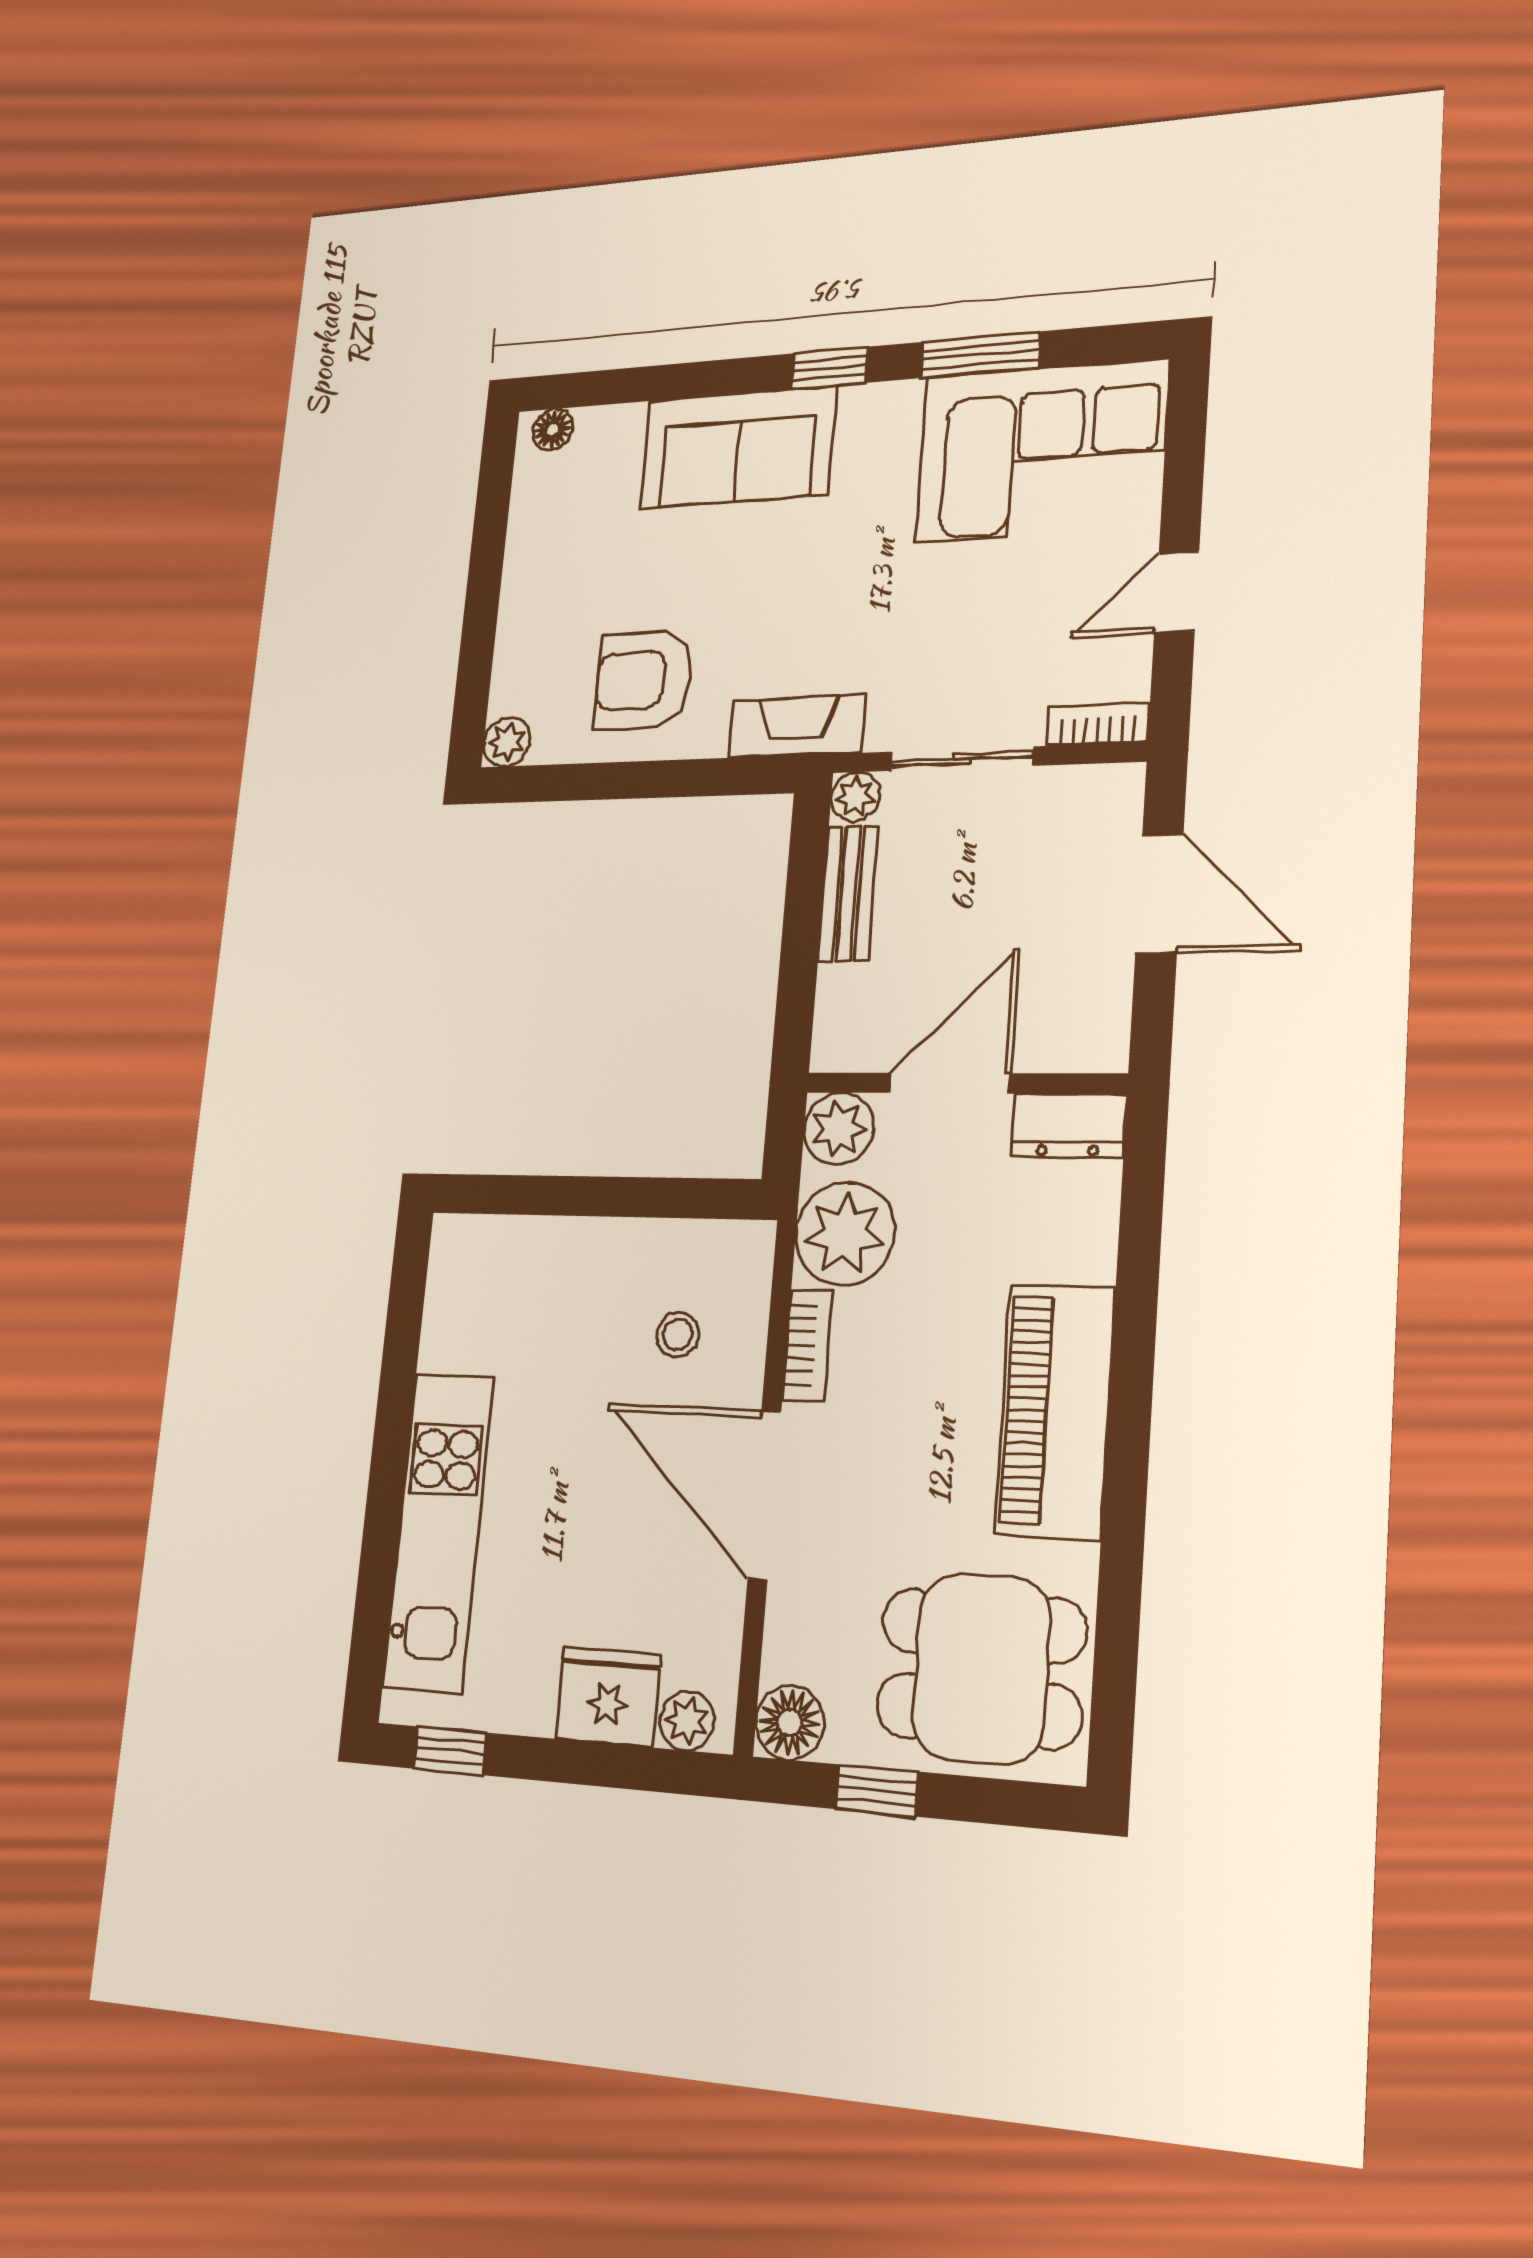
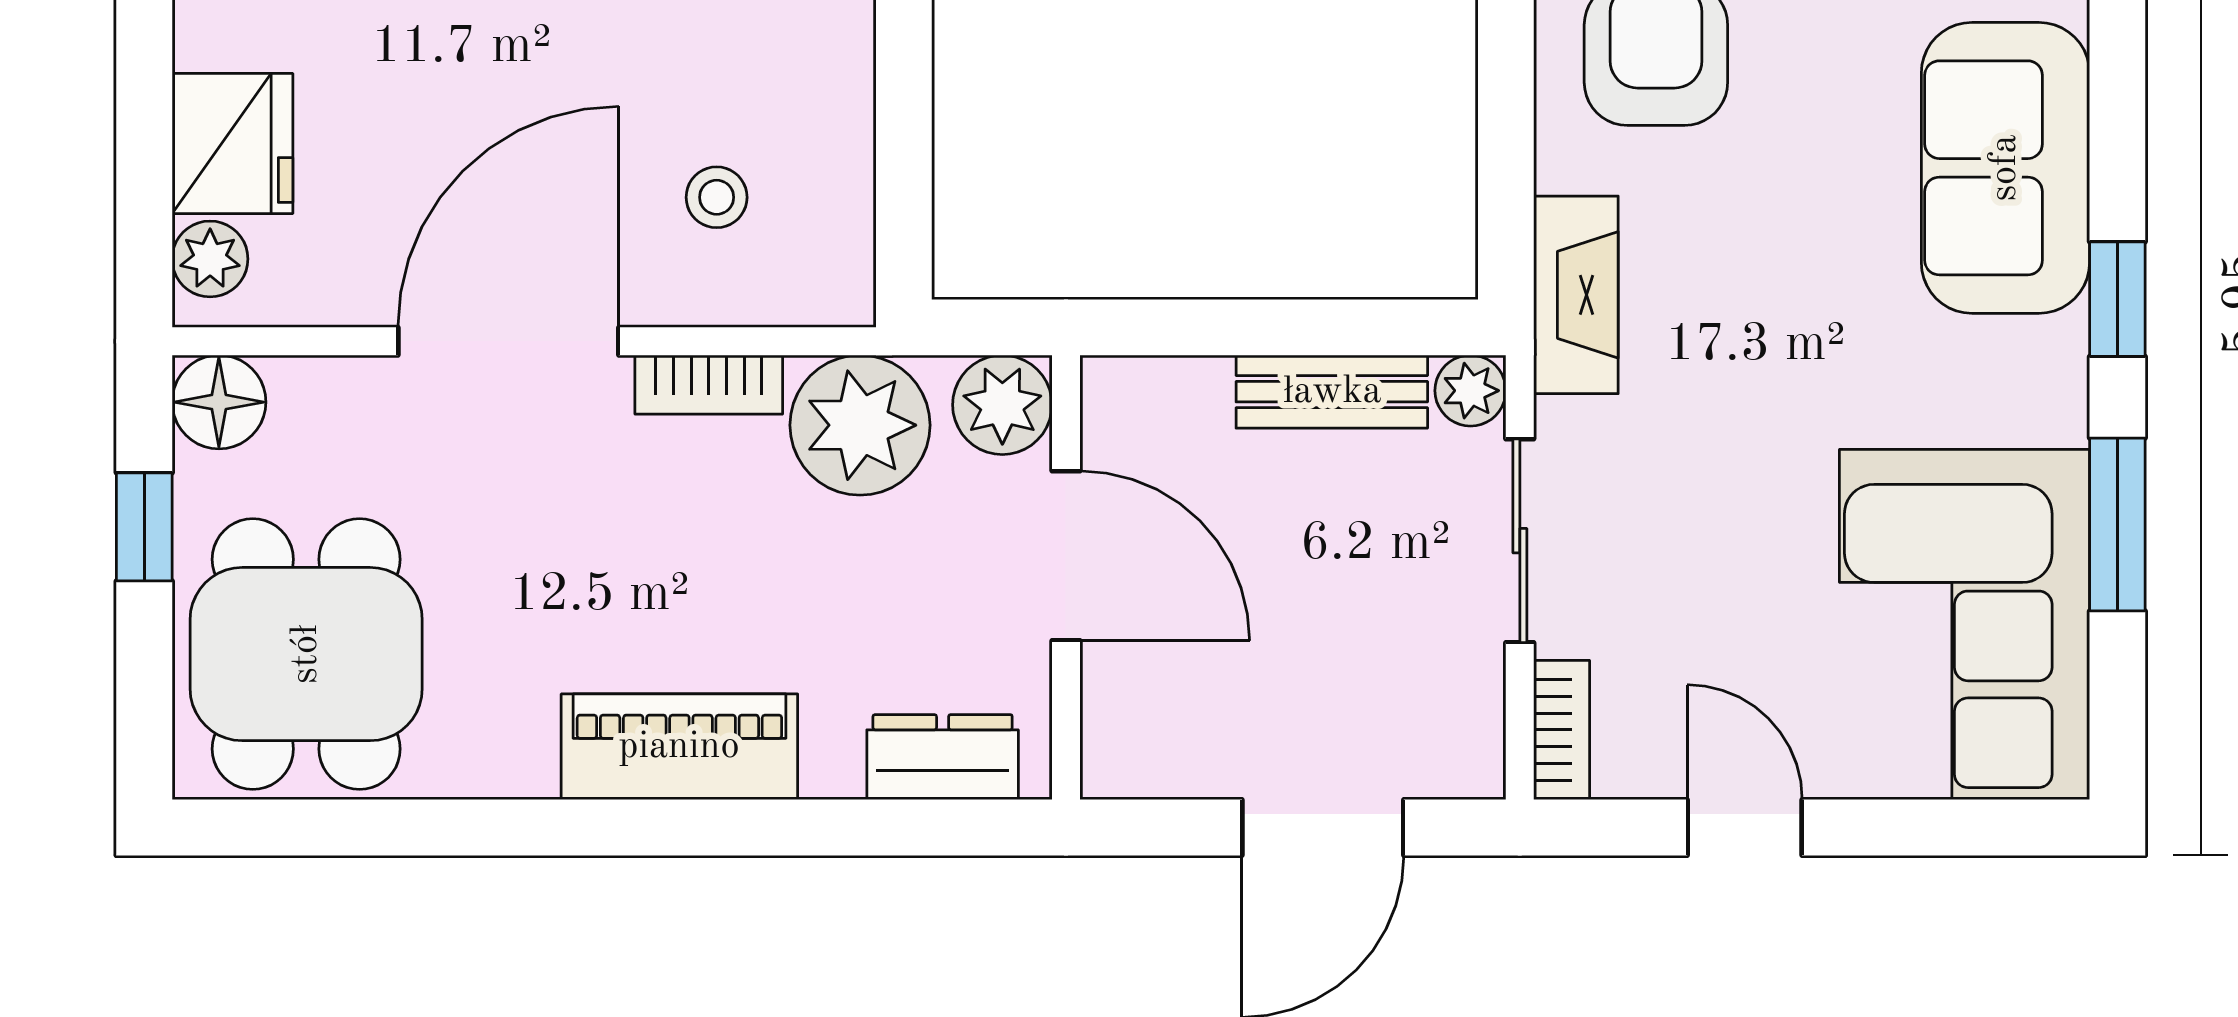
dresser: (1069, 1126) -> (943, 757), moved, turned 90
piano: (1055, 1411) -> (679, 747), width x0.73, depth x0.75

